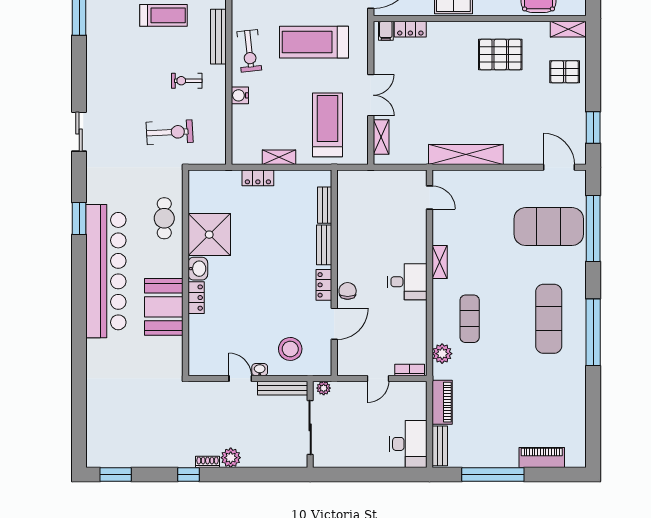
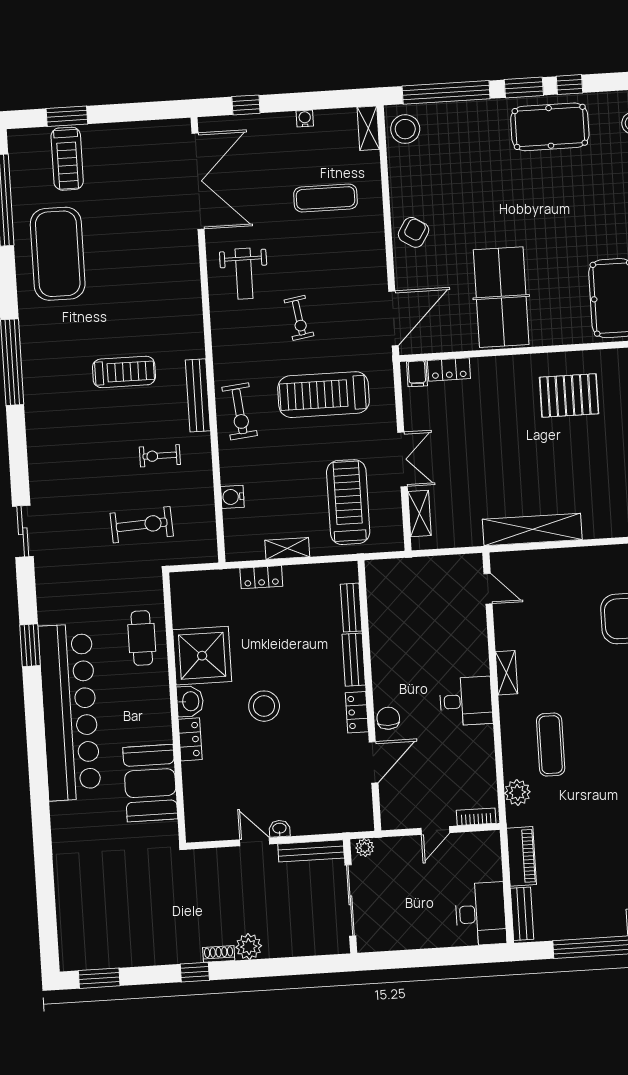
water cooler: (240, 95) -> (232, 497), moved
booth: (164, 307) -> (150, 783), moved
stool: (290, 349) -> (264, 706), moved

